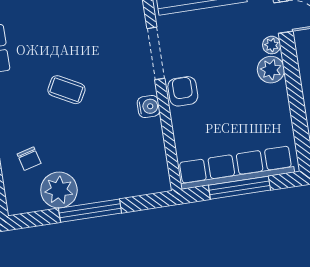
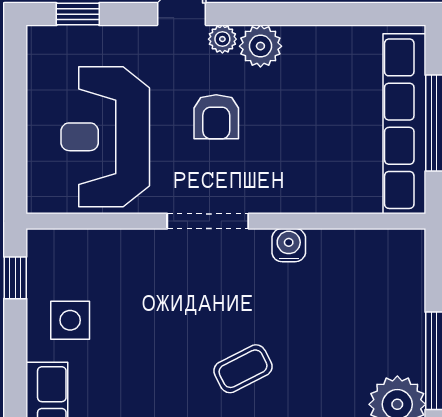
coffee table: (66, 90) -> (243, 369), turned 35
armchair: (183, 91) -> (216, 117), moved, turned -90

